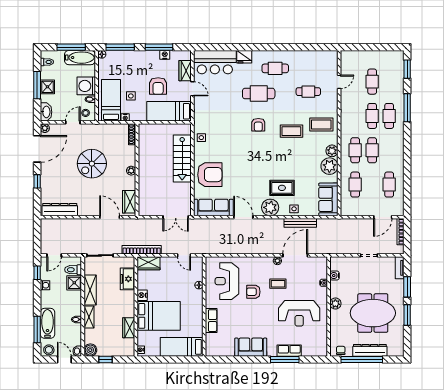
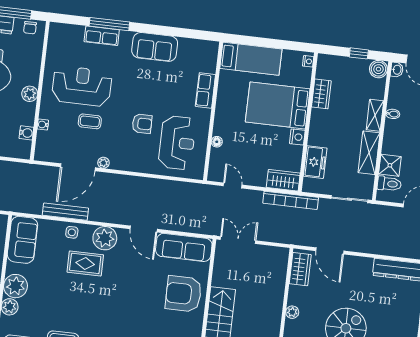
coffee table: (278, 284) -> (90, 121), moved

